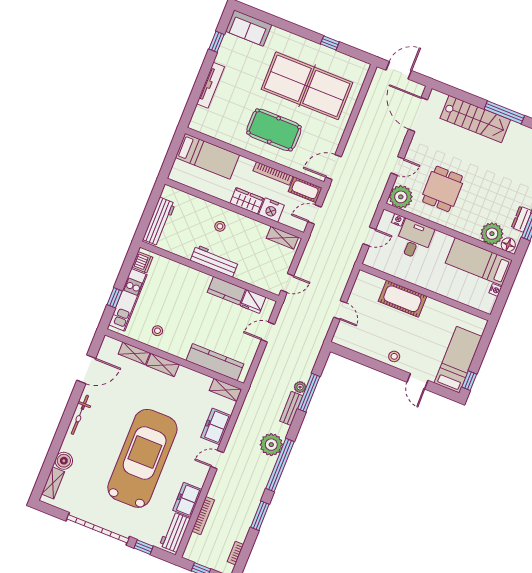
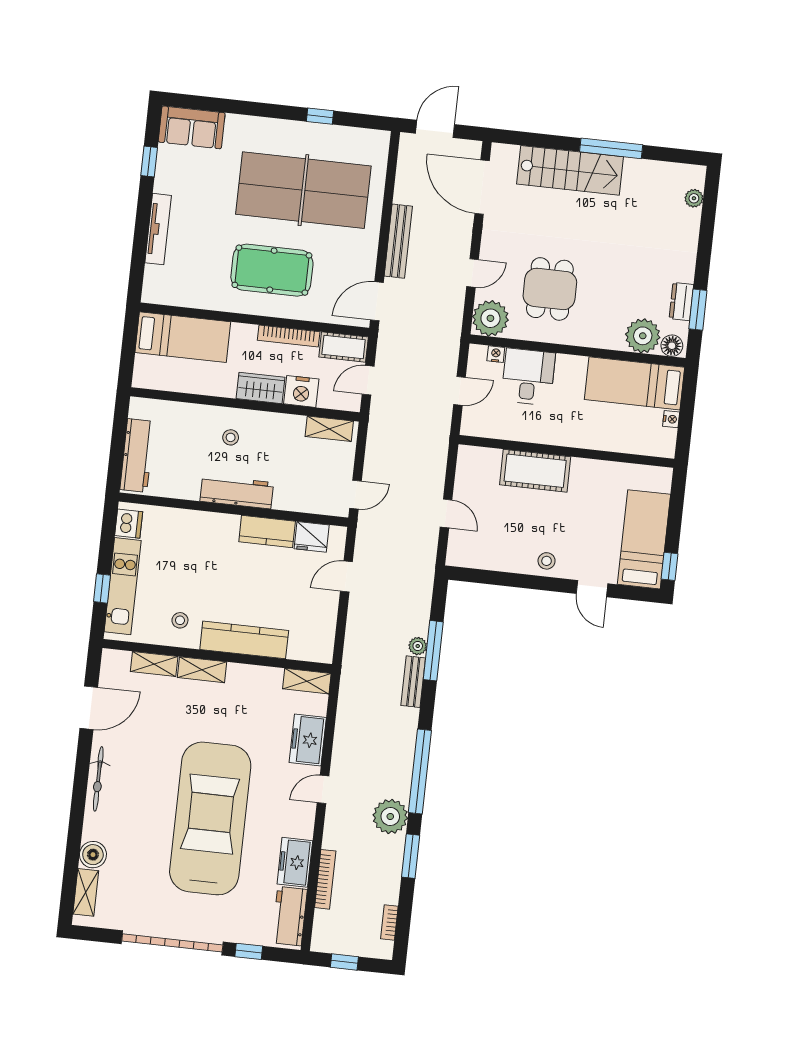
bench: (357, 134) -> (398, 241), added
kitchen counter: (215, 362) -> (244, 640), moved
plant: (271, 445) -> (390, 817), moved

